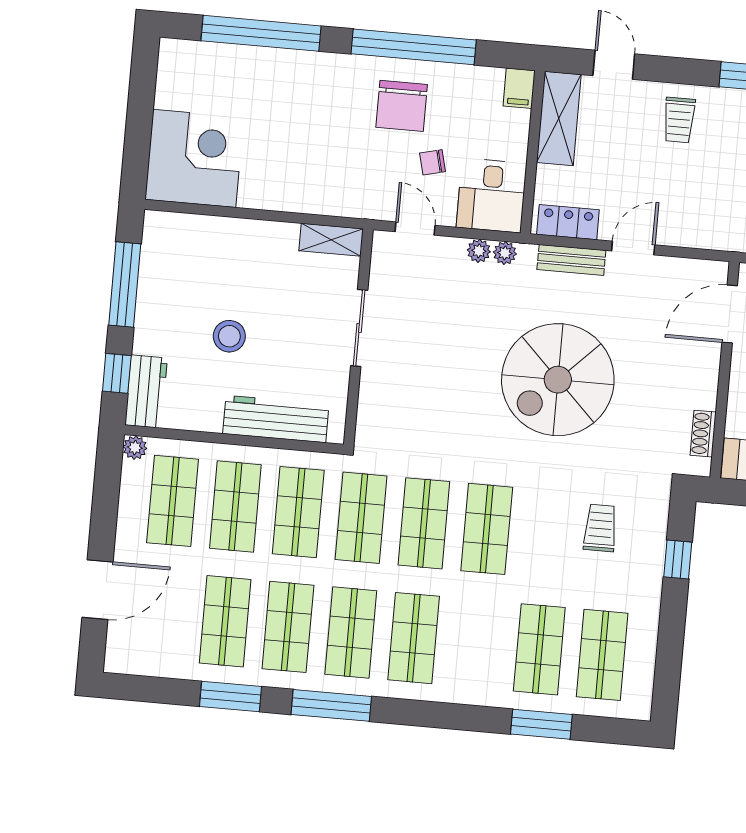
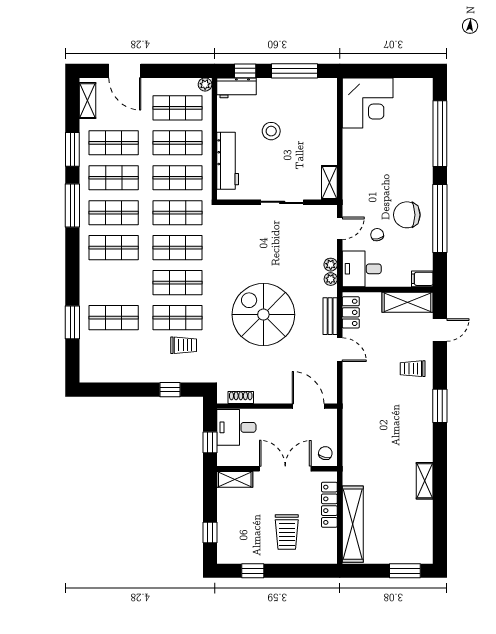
shop shelf: (602, 655) -> (177, 318), moved
shelving: (145, 661) -> (88, 101), added

